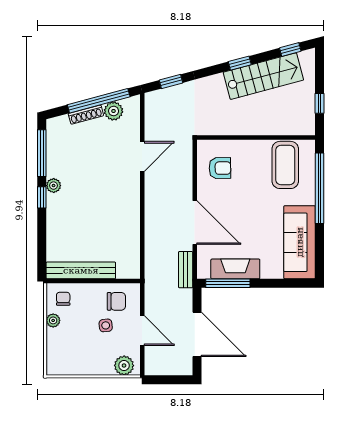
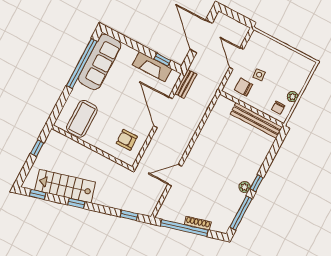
plant: (114, 111) -> (178, 216), removed
window: (319, 188) -> (82, 63), moved
window: (228, 283) -> (162, 60), width x0.46
plant: (124, 366) -> (261, 41), removed

